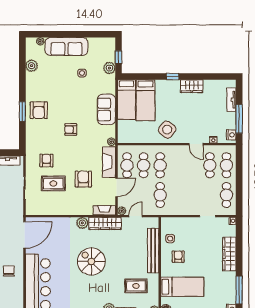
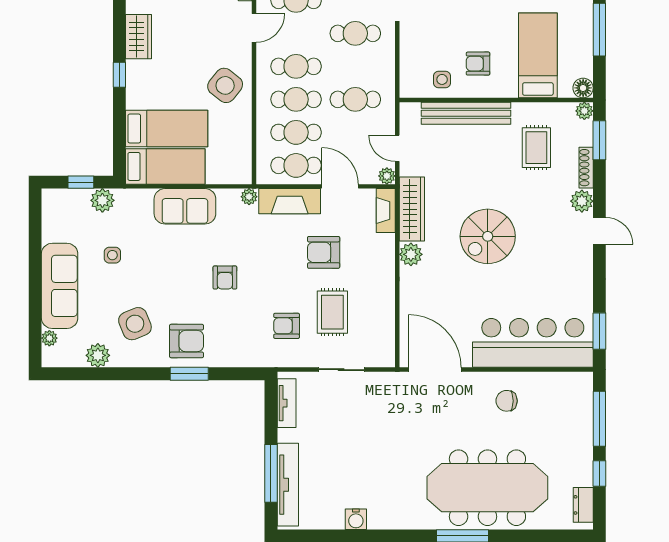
side table: (47, 84) -> (135, 324), added
cafe table: (177, 165) -> (296, 66), added
cafe table: (193, 195) -> (355, 33), added

